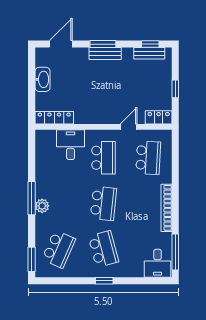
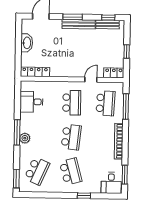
bench: (105, 54) -> (79, 24), width x1.36
desk: (71, 145) -> (31, 102), moved, turned -90
window: (175, 162) -> (126, 106), added
window: (175, 252) -> (125, 175), width x0.69
window: (104, 281) -> (84, 196), moved

